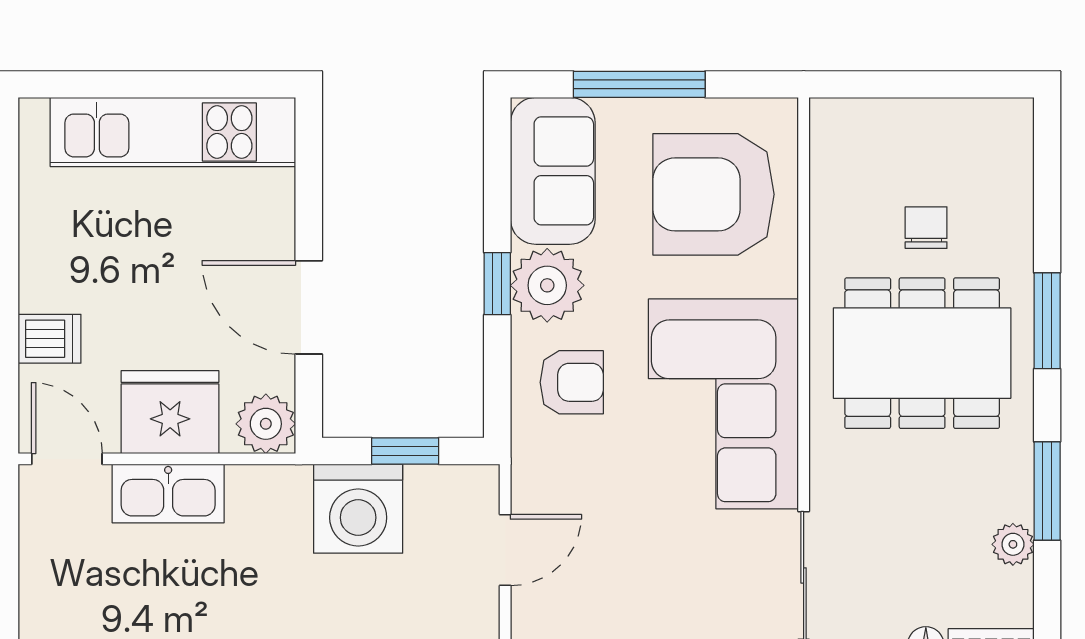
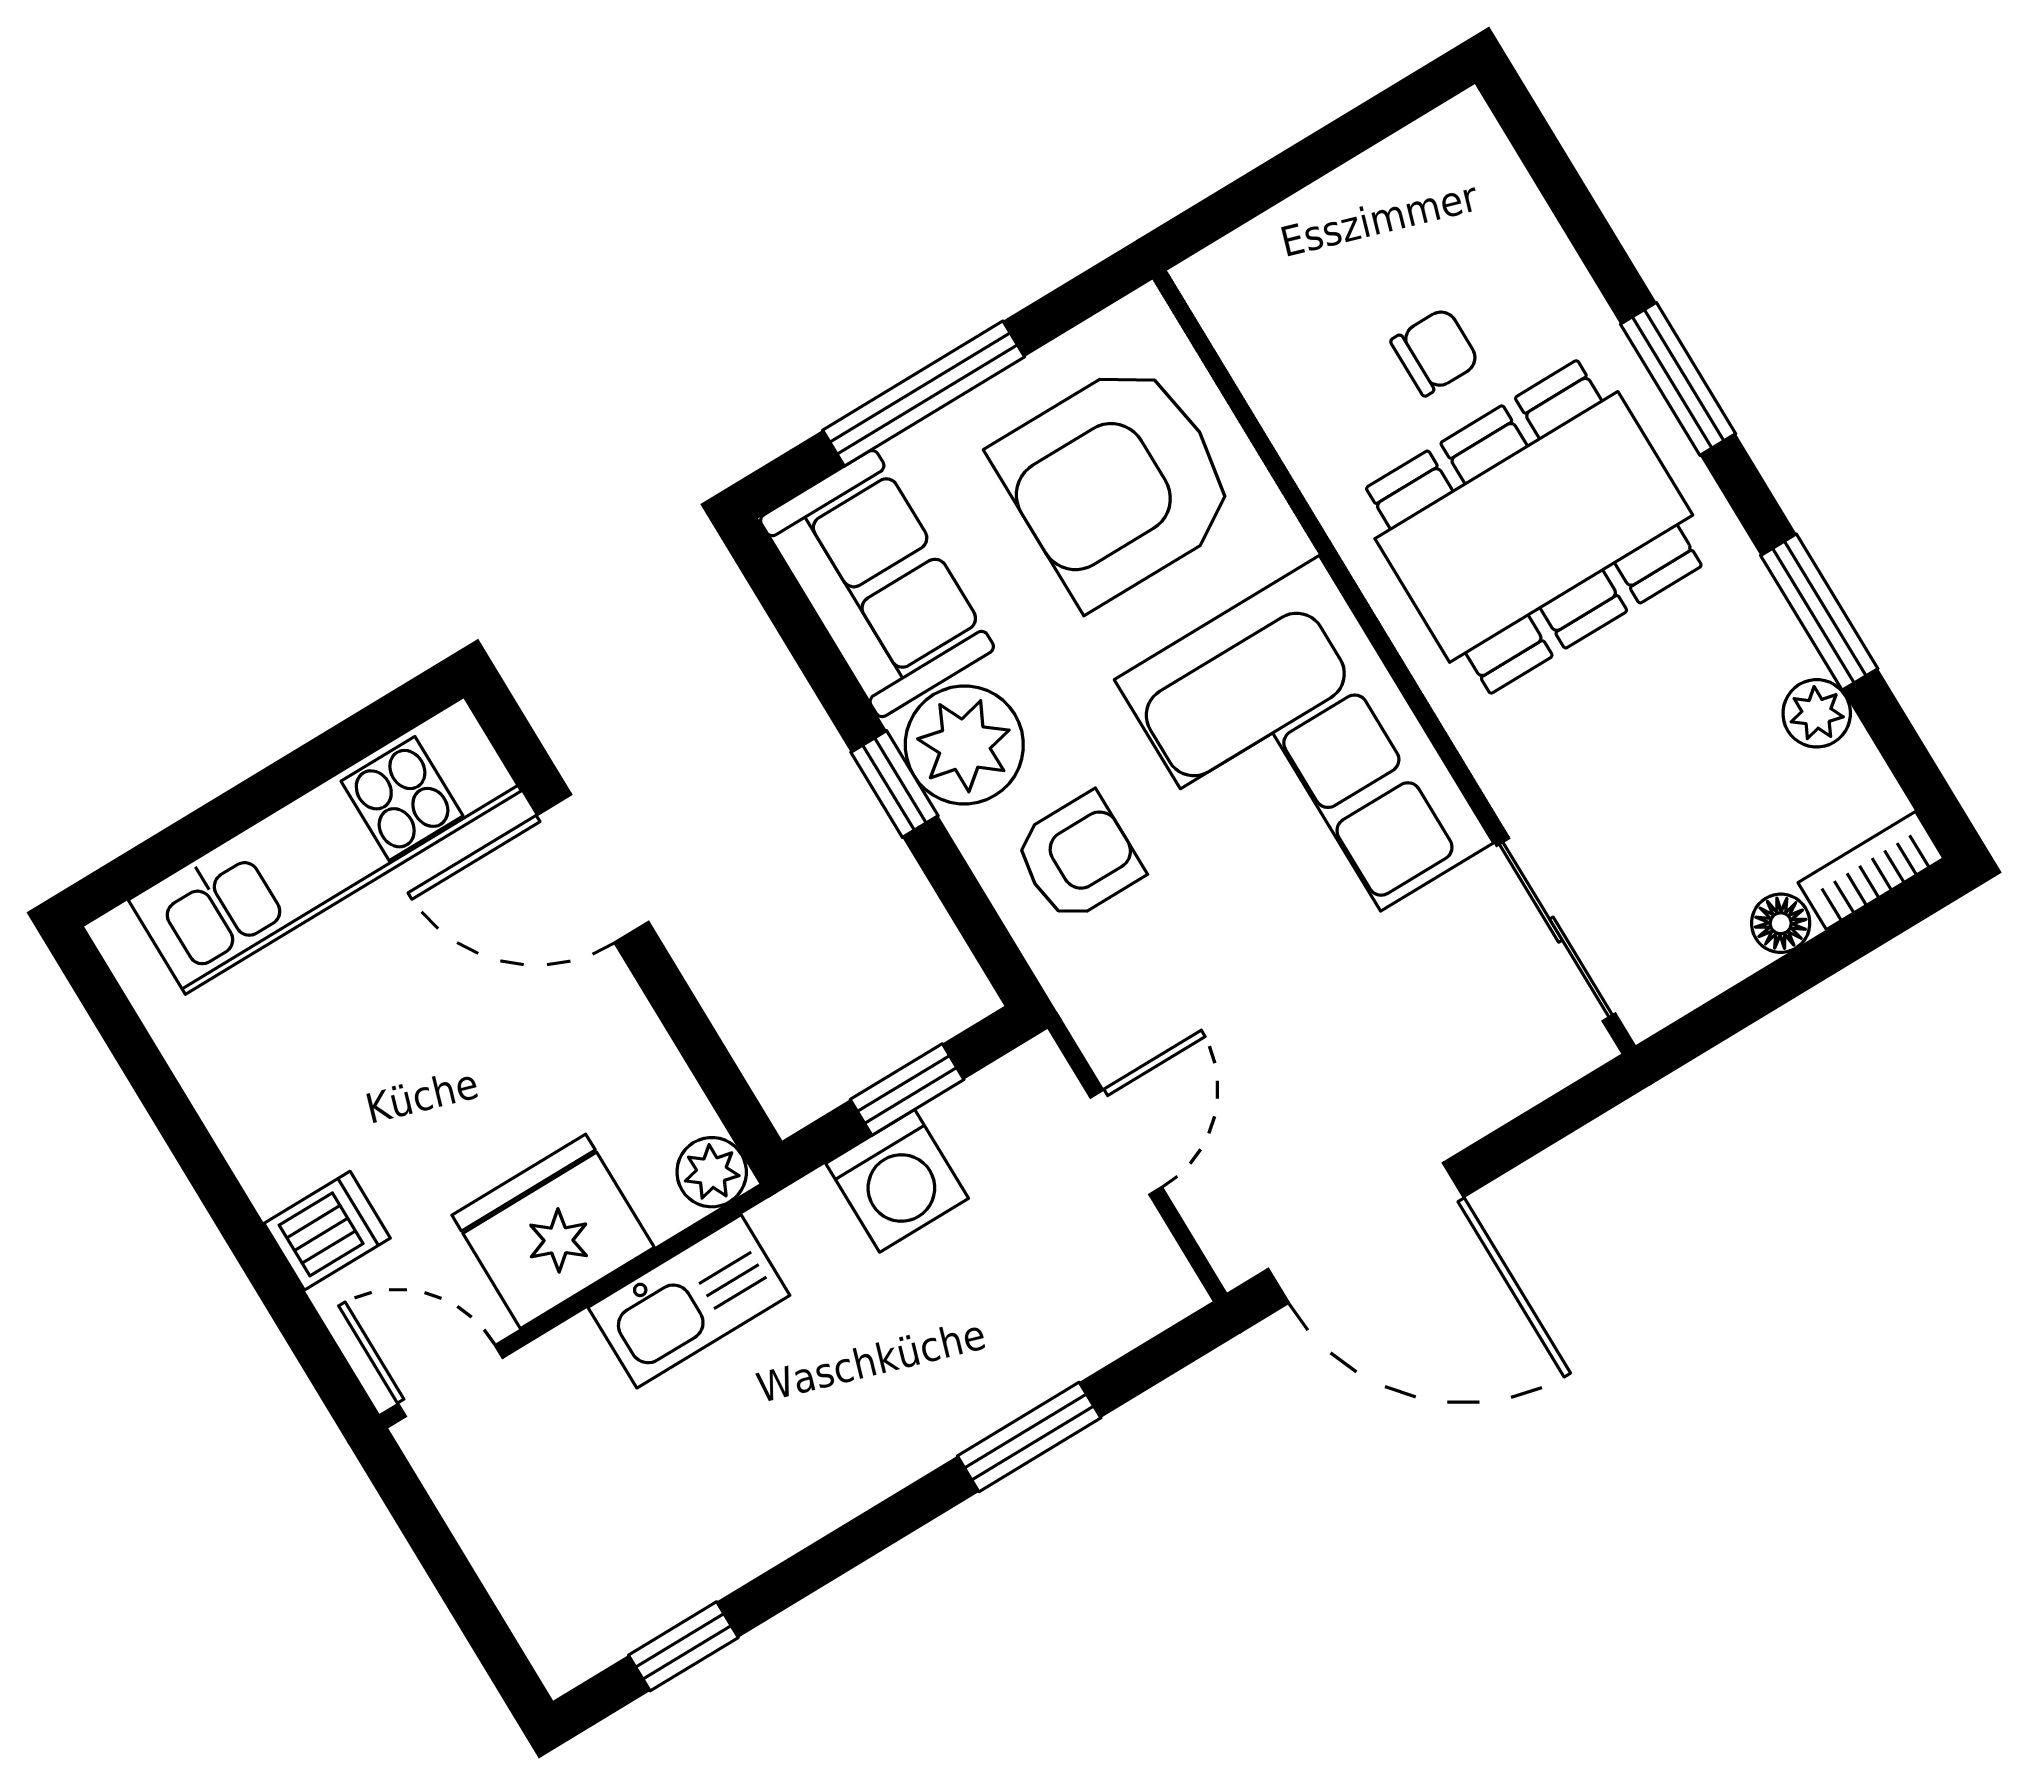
chair: (926, 228) -> (1435, 352), turned 90
door: (309, 307) -> (593, 869), moved
plant: (266, 424) -> (712, 1172), width x0.73, depth x0.73
kitchen sink: (168, 494) -> (689, 1301), moved
washing machine: (358, 509) -> (897, 1181), width x0.73, depth x0.73

